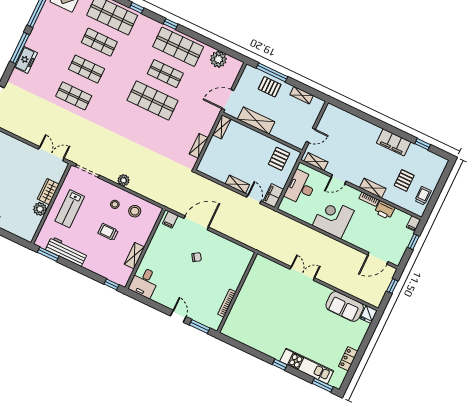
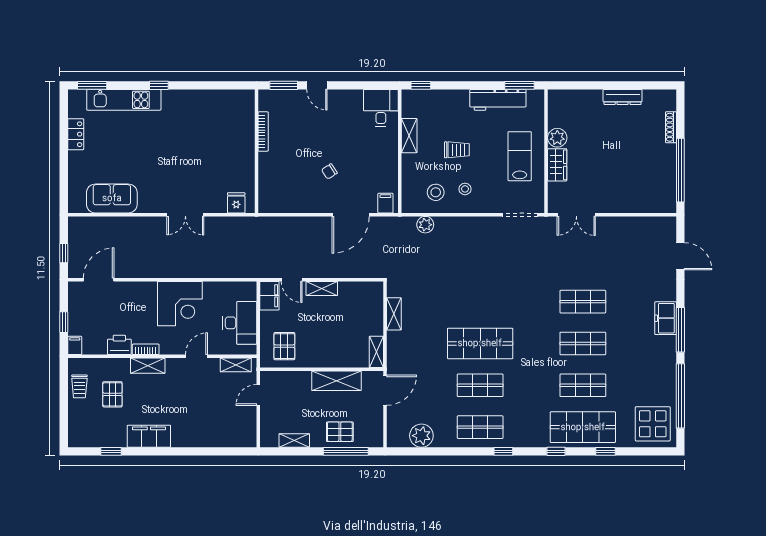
shop shelf: (178, 47) -> (480, 427), width x0.70, depth x0.74
plant: (123, 180) -> (425, 225), moved
fridge: (368, 314) -> (236, 203), moved

